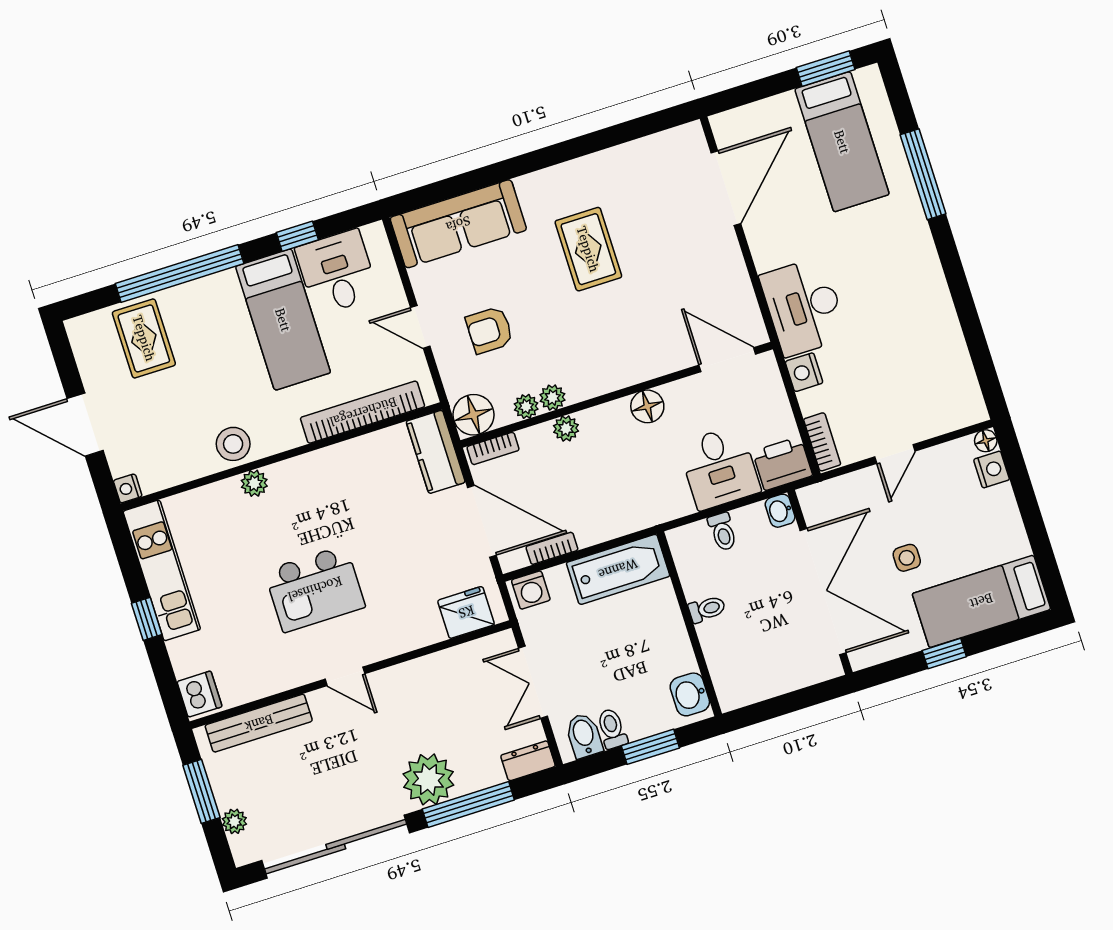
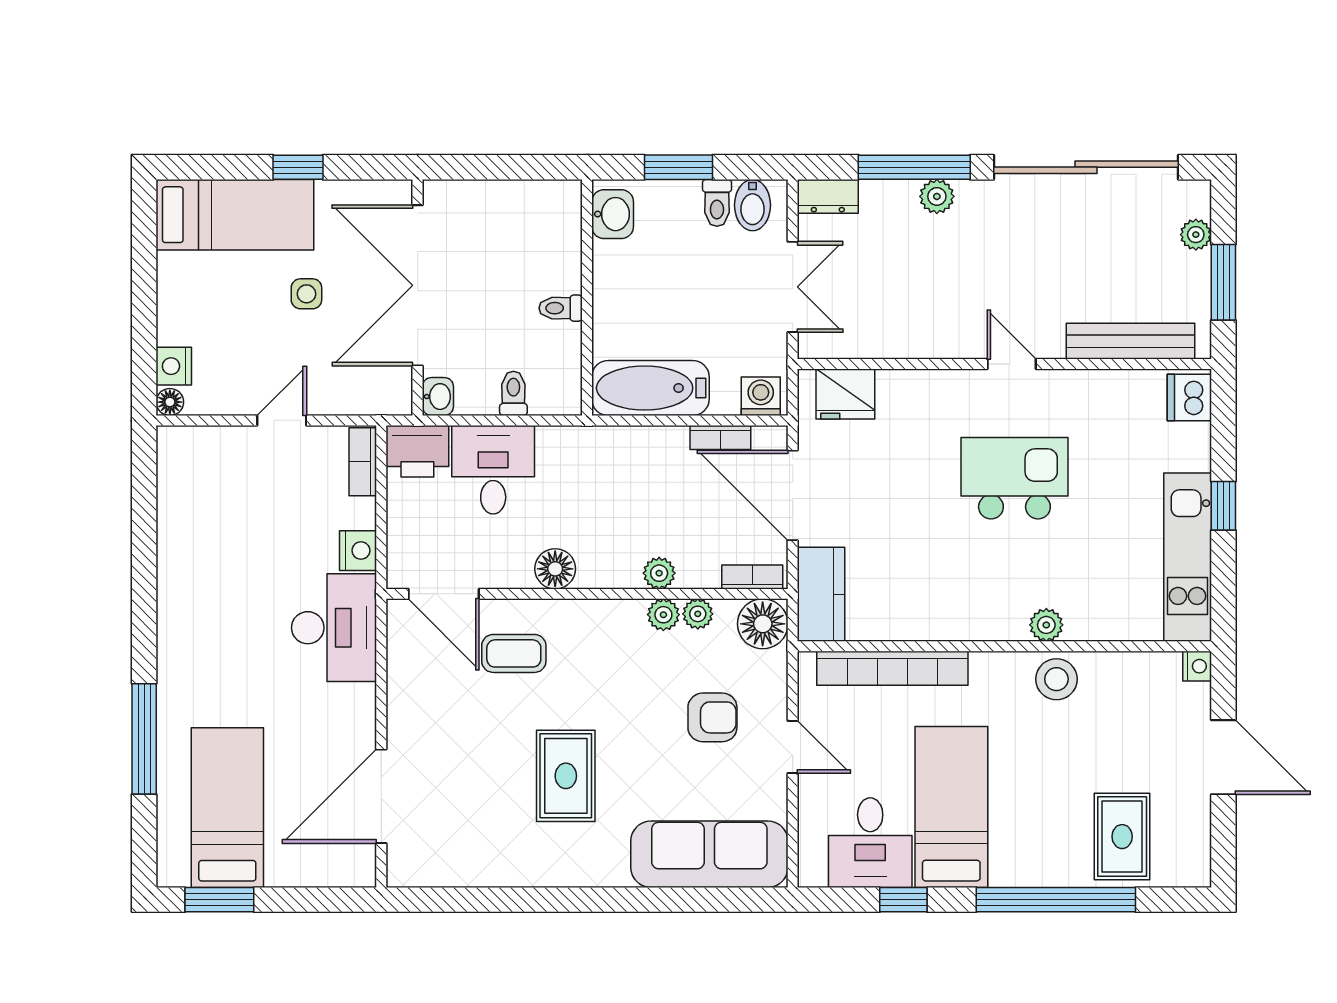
coffee table: (659, 331) -> (514, 653), added
plant: (428, 779) -> (937, 196), width x0.53, depth x0.53

